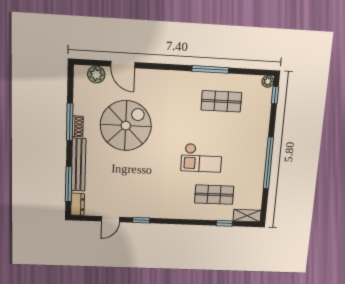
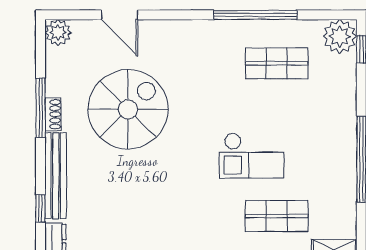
window: (210, 69) -> (255, 15), width x1.46
plant: (96, 74) -> (58, 32), moved
plant: (268, 81) -> (340, 36), width x1.87, depth x1.87
window: (69, 184) -> (41, 208), width x0.46

